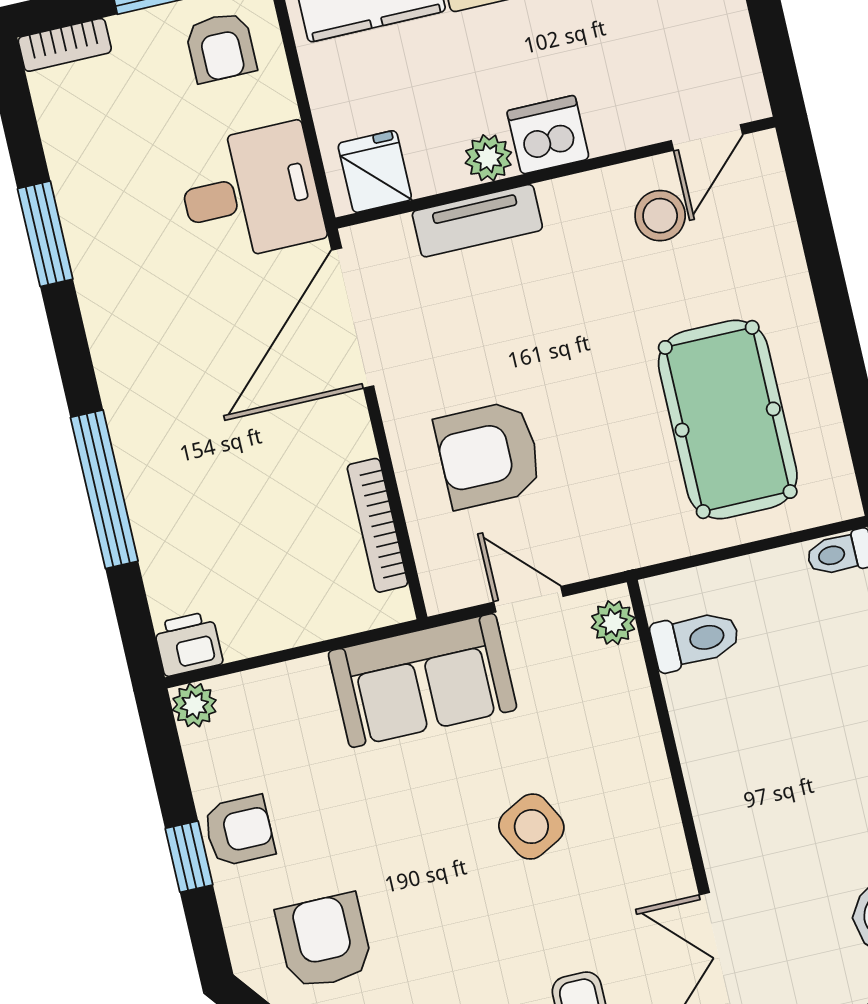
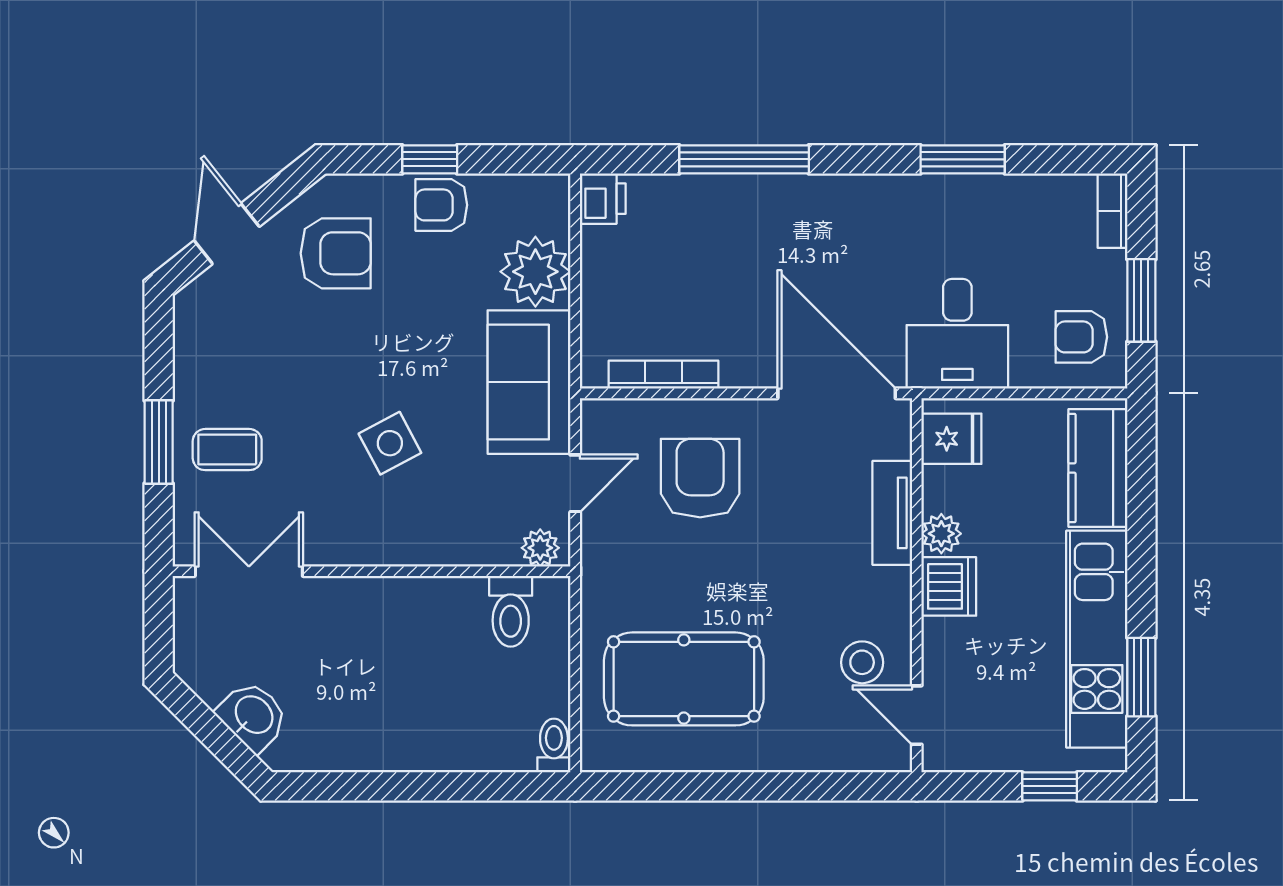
plant: (194, 705) -> (535, 272), moved, width x1.87, depth x1.87
armchair: (239, 831) -> (441, 205), turned 90

